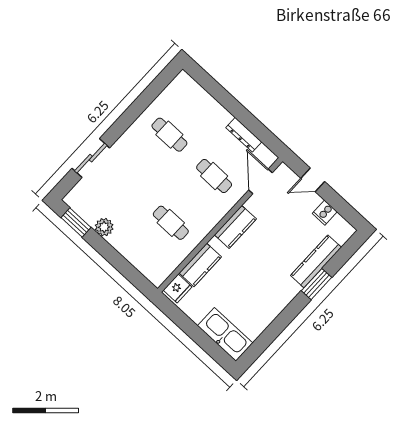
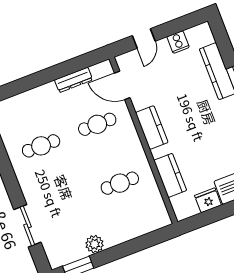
fridge: (178, 289) -> (208, 200), moved, turned -90

